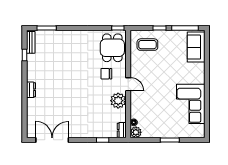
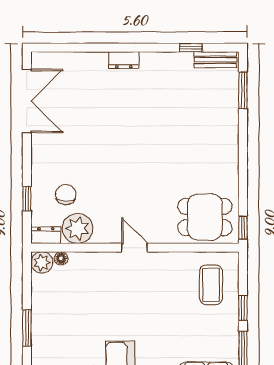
chair: (106, 74) -> (66, 195), moved
door: (128, 84) -> (135, 248), swing flipped
plant: (118, 101) -> (78, 228), moved

